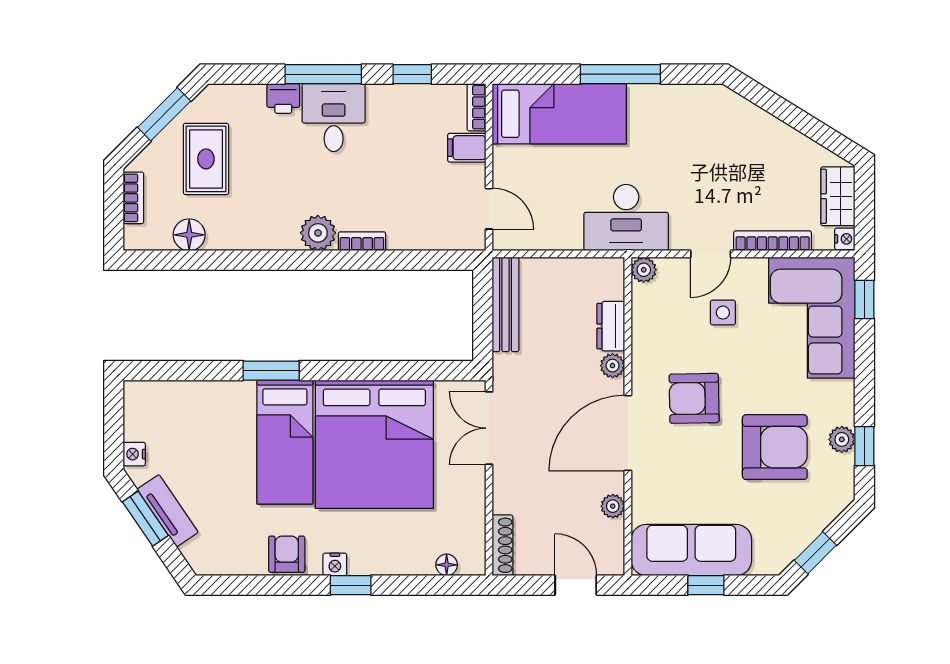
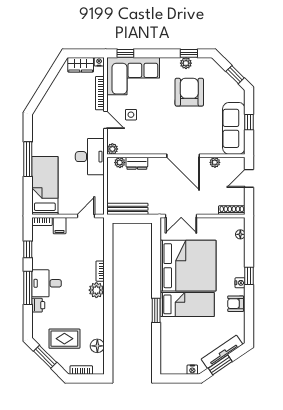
plant: (613, 366) -> (120, 163), moved
armchair: (694, 398) -> (168, 127), removed
tv unit: (168, 511) -> (222, 352), width x1.41

